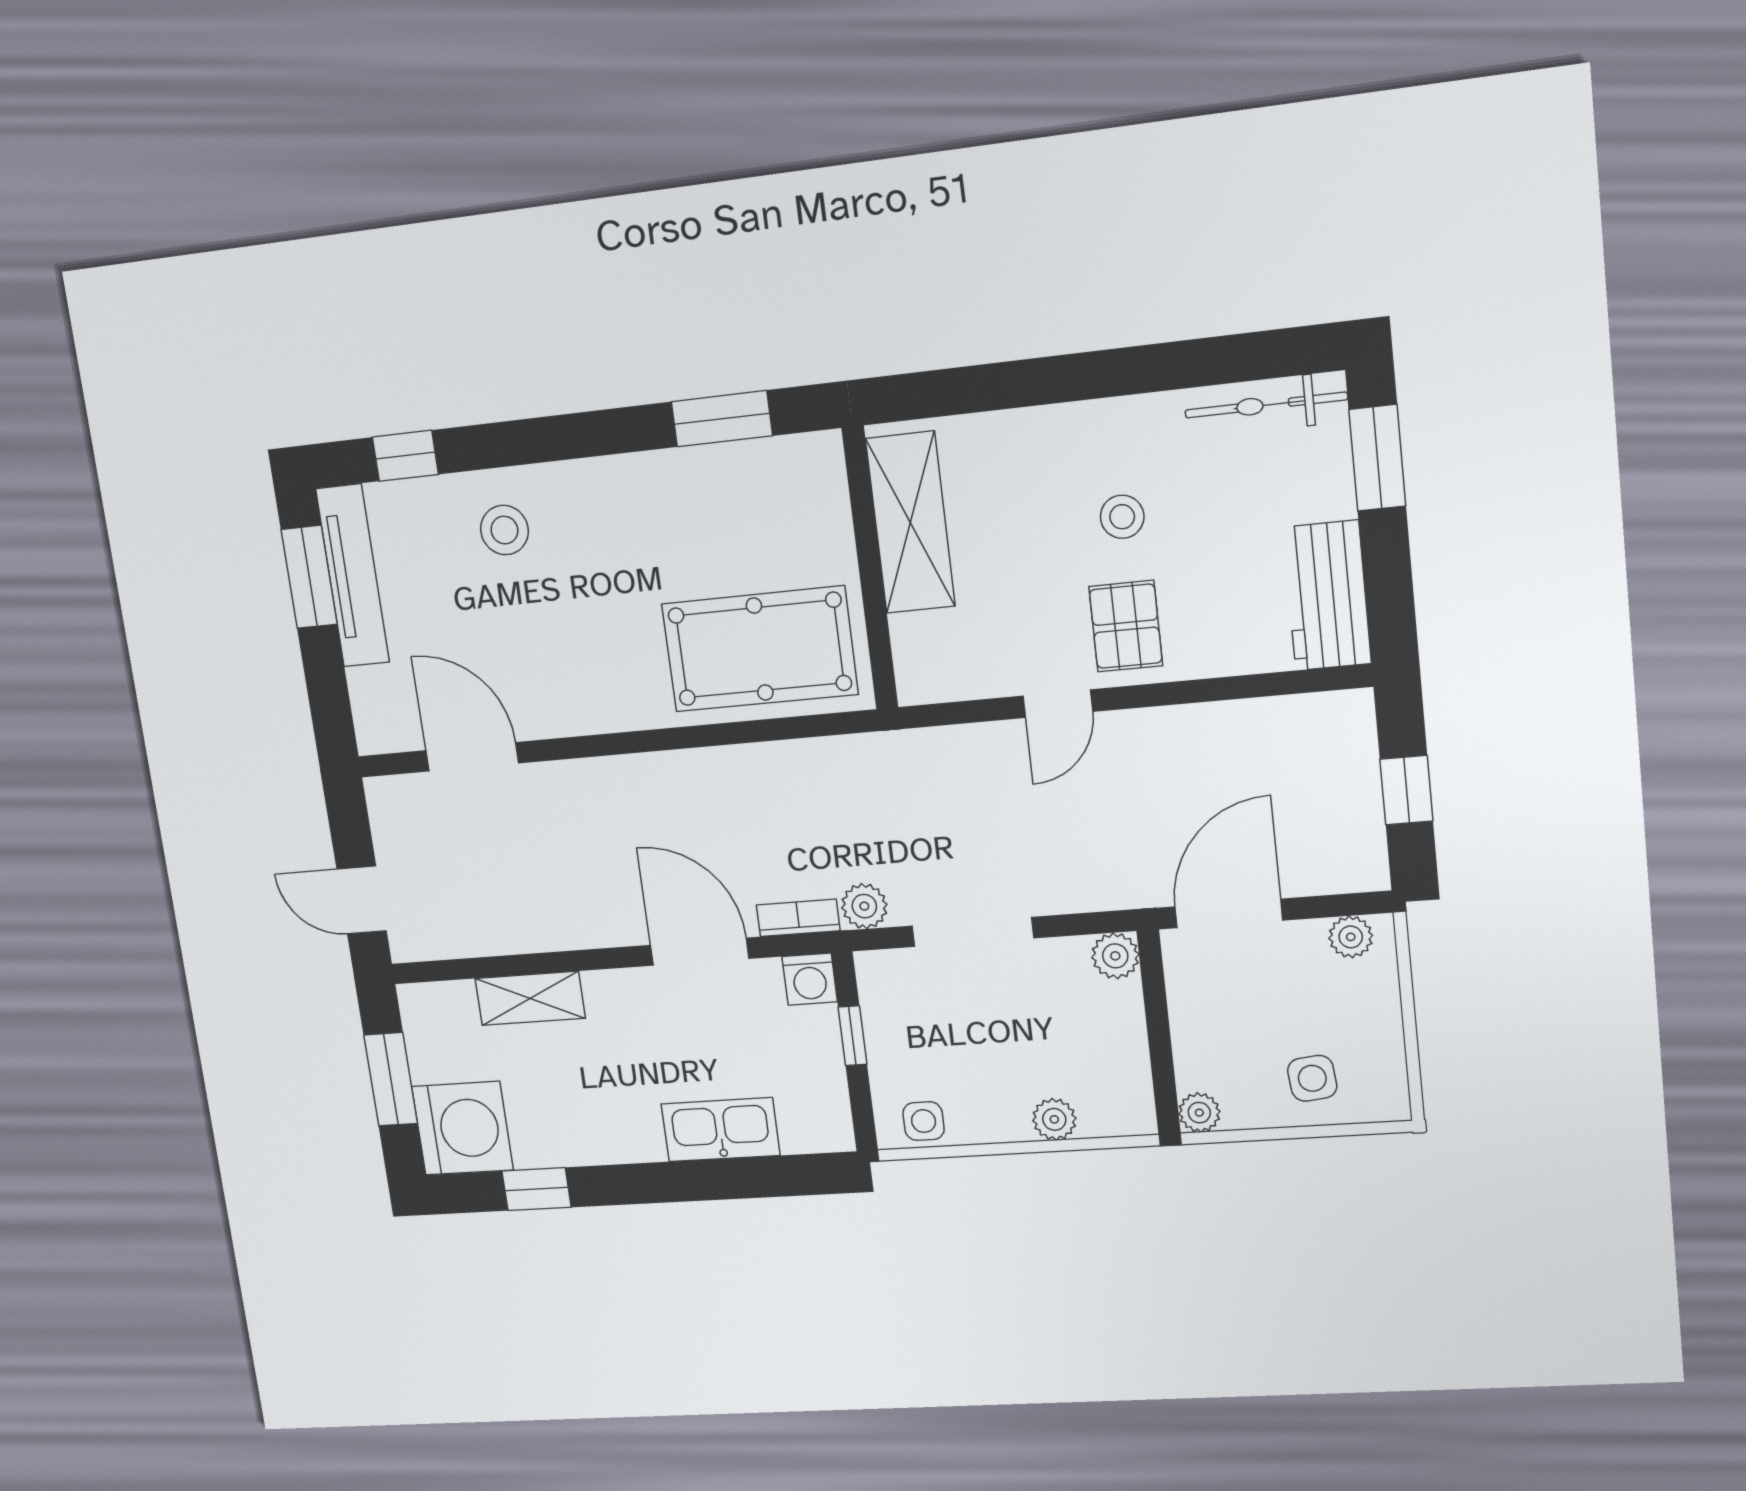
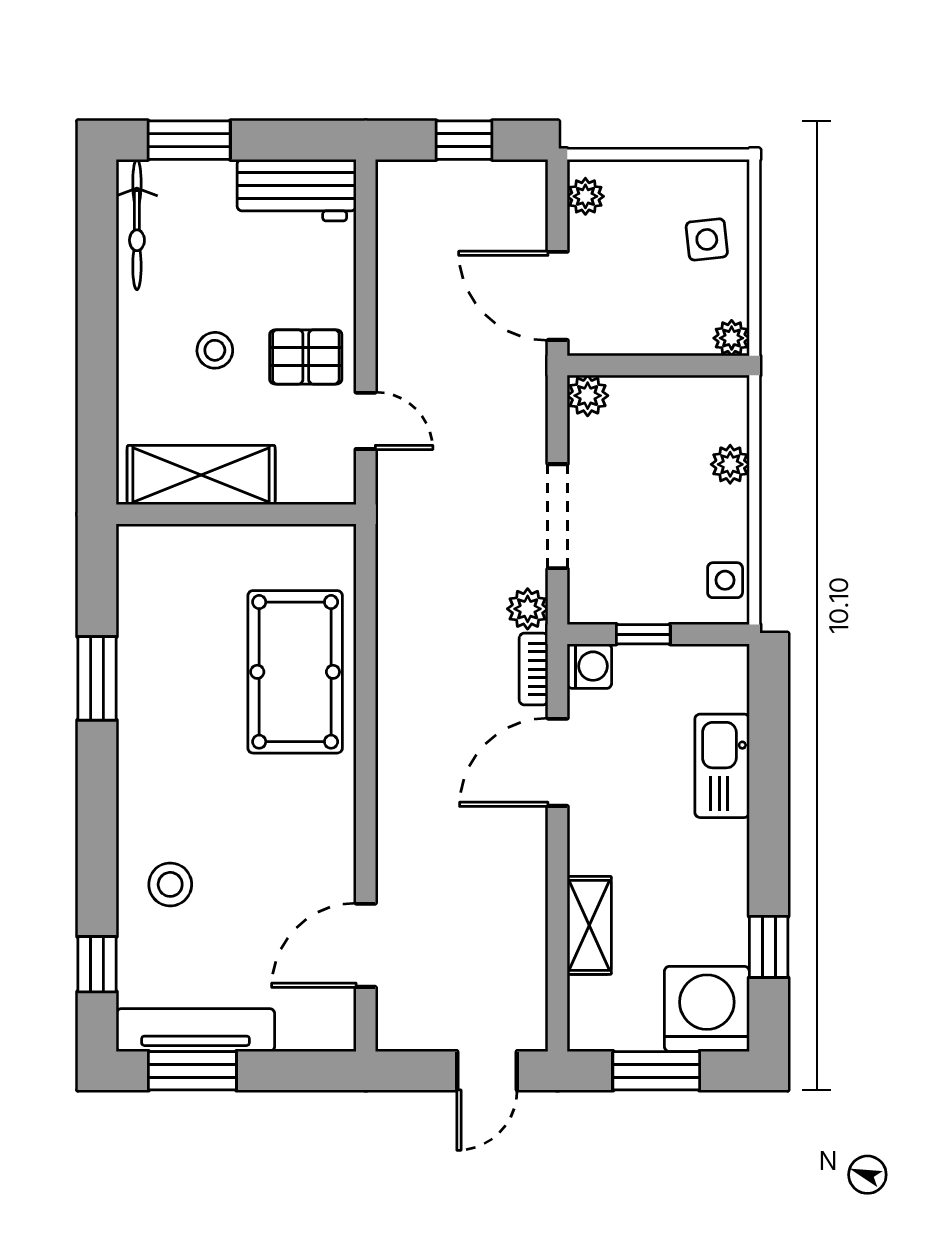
shelving: (910, 523) -> (201, 475), moved
wall: (870, 569) -> (236, 514), moved

